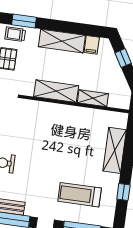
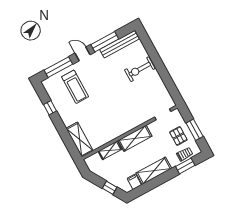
shelving: (115, 150) -> (80, 140), moved
treadmill: (80, 195) -> (75, 87), turned 90

